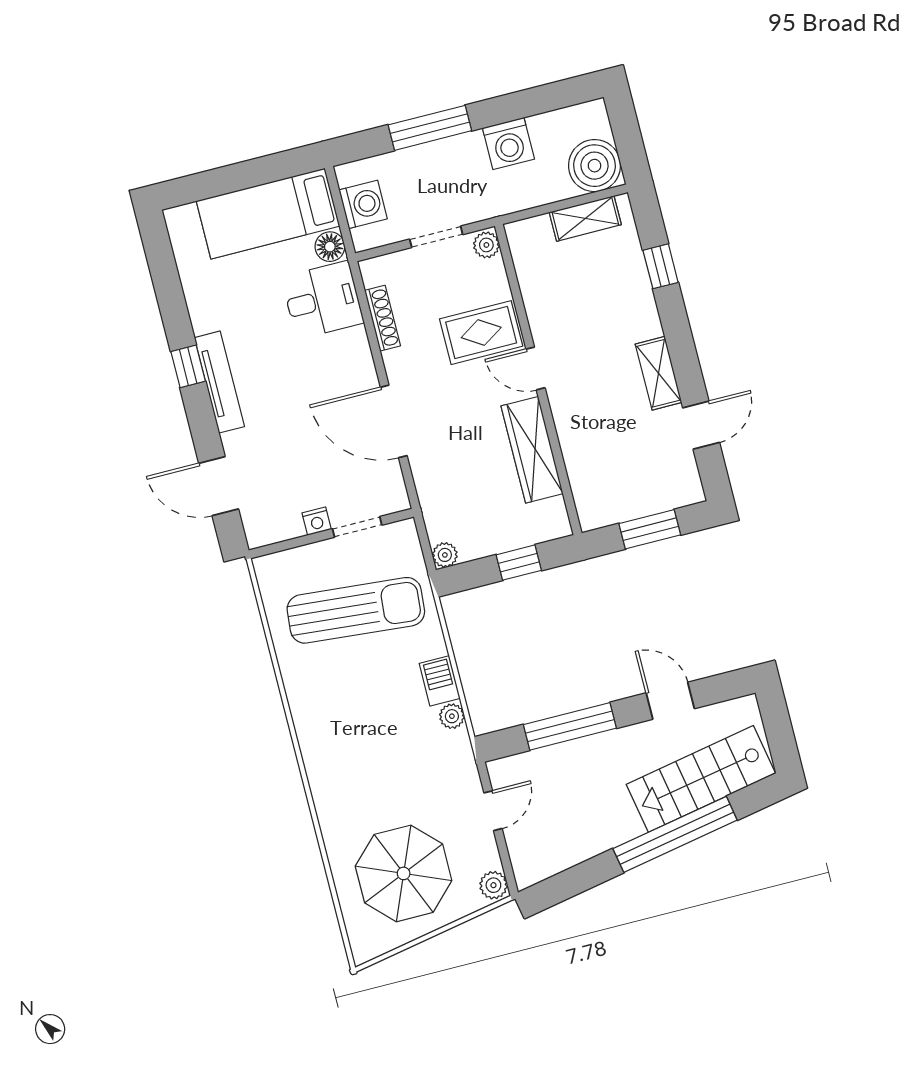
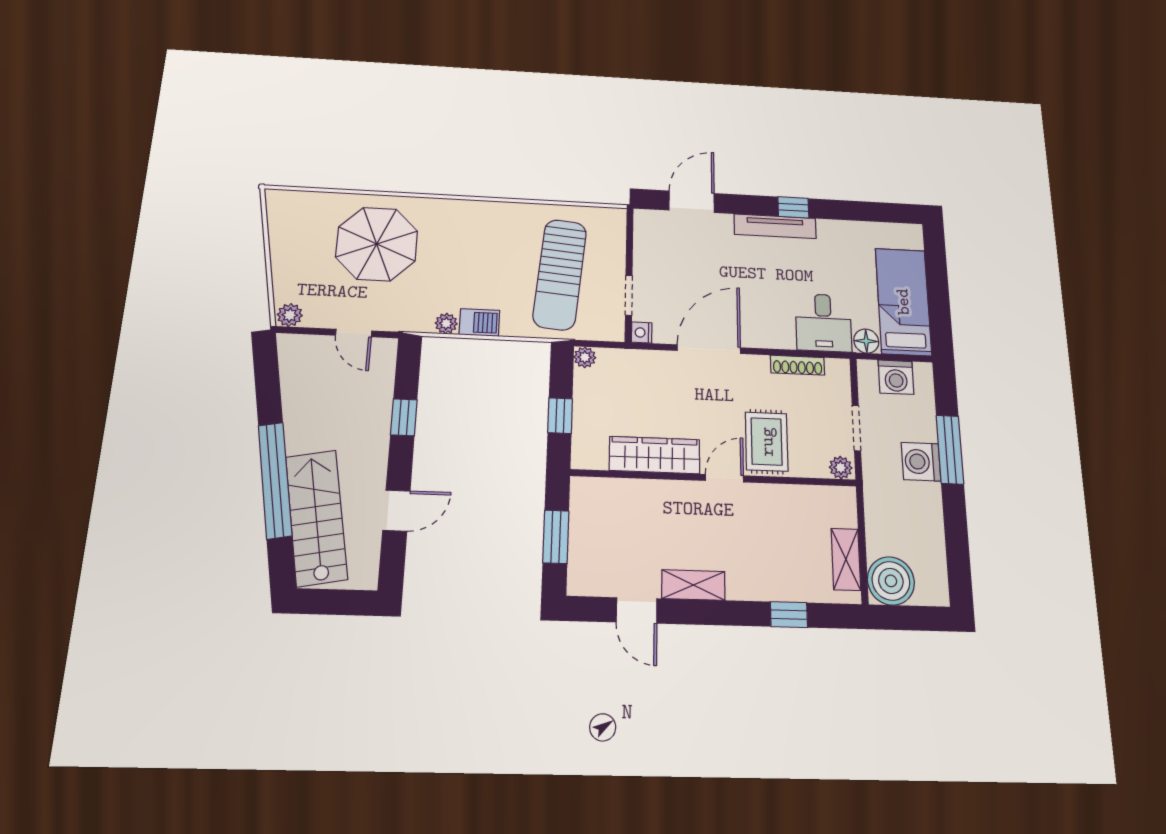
washing machine: (508, 144) -> (921, 462), moved
nightstand: (317, 521) -> (642, 333), moved
window: (570, 726) -> (404, 417), width x0.46
parasol: (404, 873) -> (377, 244), moved

